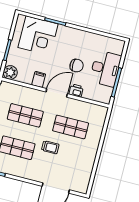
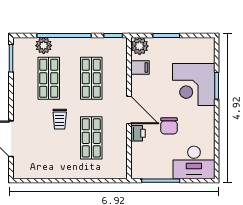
corner desk: (38, 36) -> (194, 84), moved
desk: (105, 69) -> (194, 162), moved
filing cabinet: (39, 79) -> (140, 67), moved

